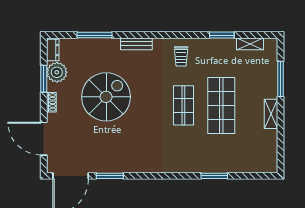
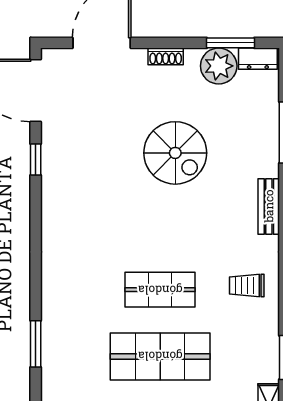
window: (44, 79) -> (231, 43), moved
spiral stairs: (106, 97) -> (175, 153), width x0.73, depth x0.73
window: (110, 176) -> (36, 159), width x0.67

